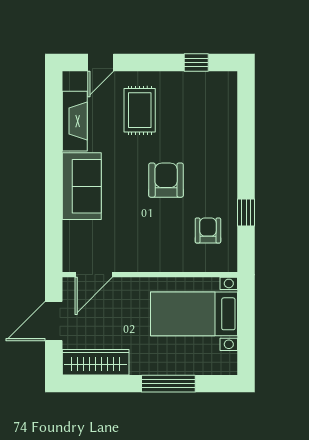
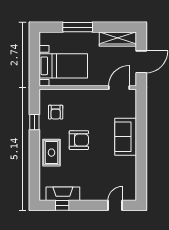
rug: (140, 110) -> (51, 153), moved
fireplace: (75, 121) -> (63, 194), moved, turned 90
armchair: (166, 180) -> (79, 140), turned -90

